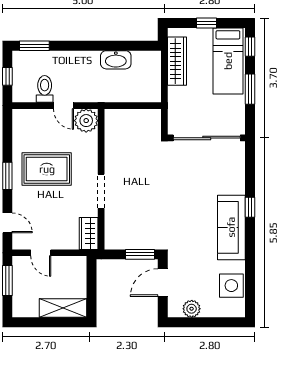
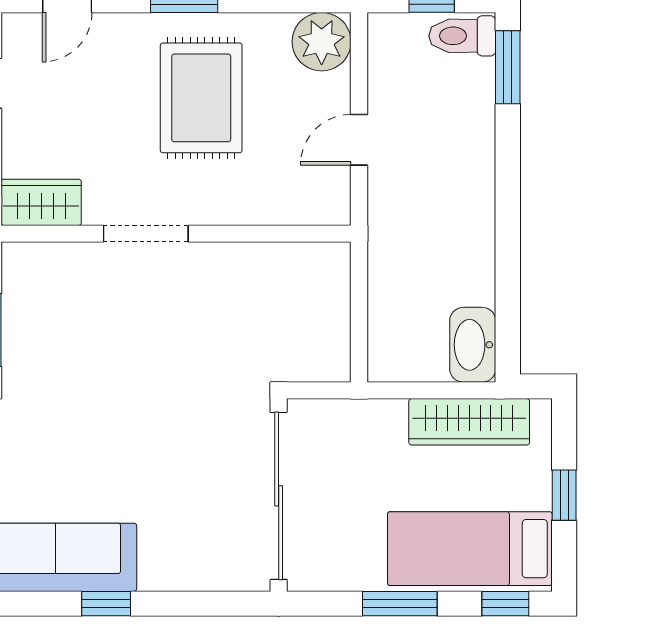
washbasin: (116, 60) -> (473, 345), moved
toilet: (45, 89) -> (462, 36), moved, turned 180
plant: (86, 121) -> (322, 42), moved

